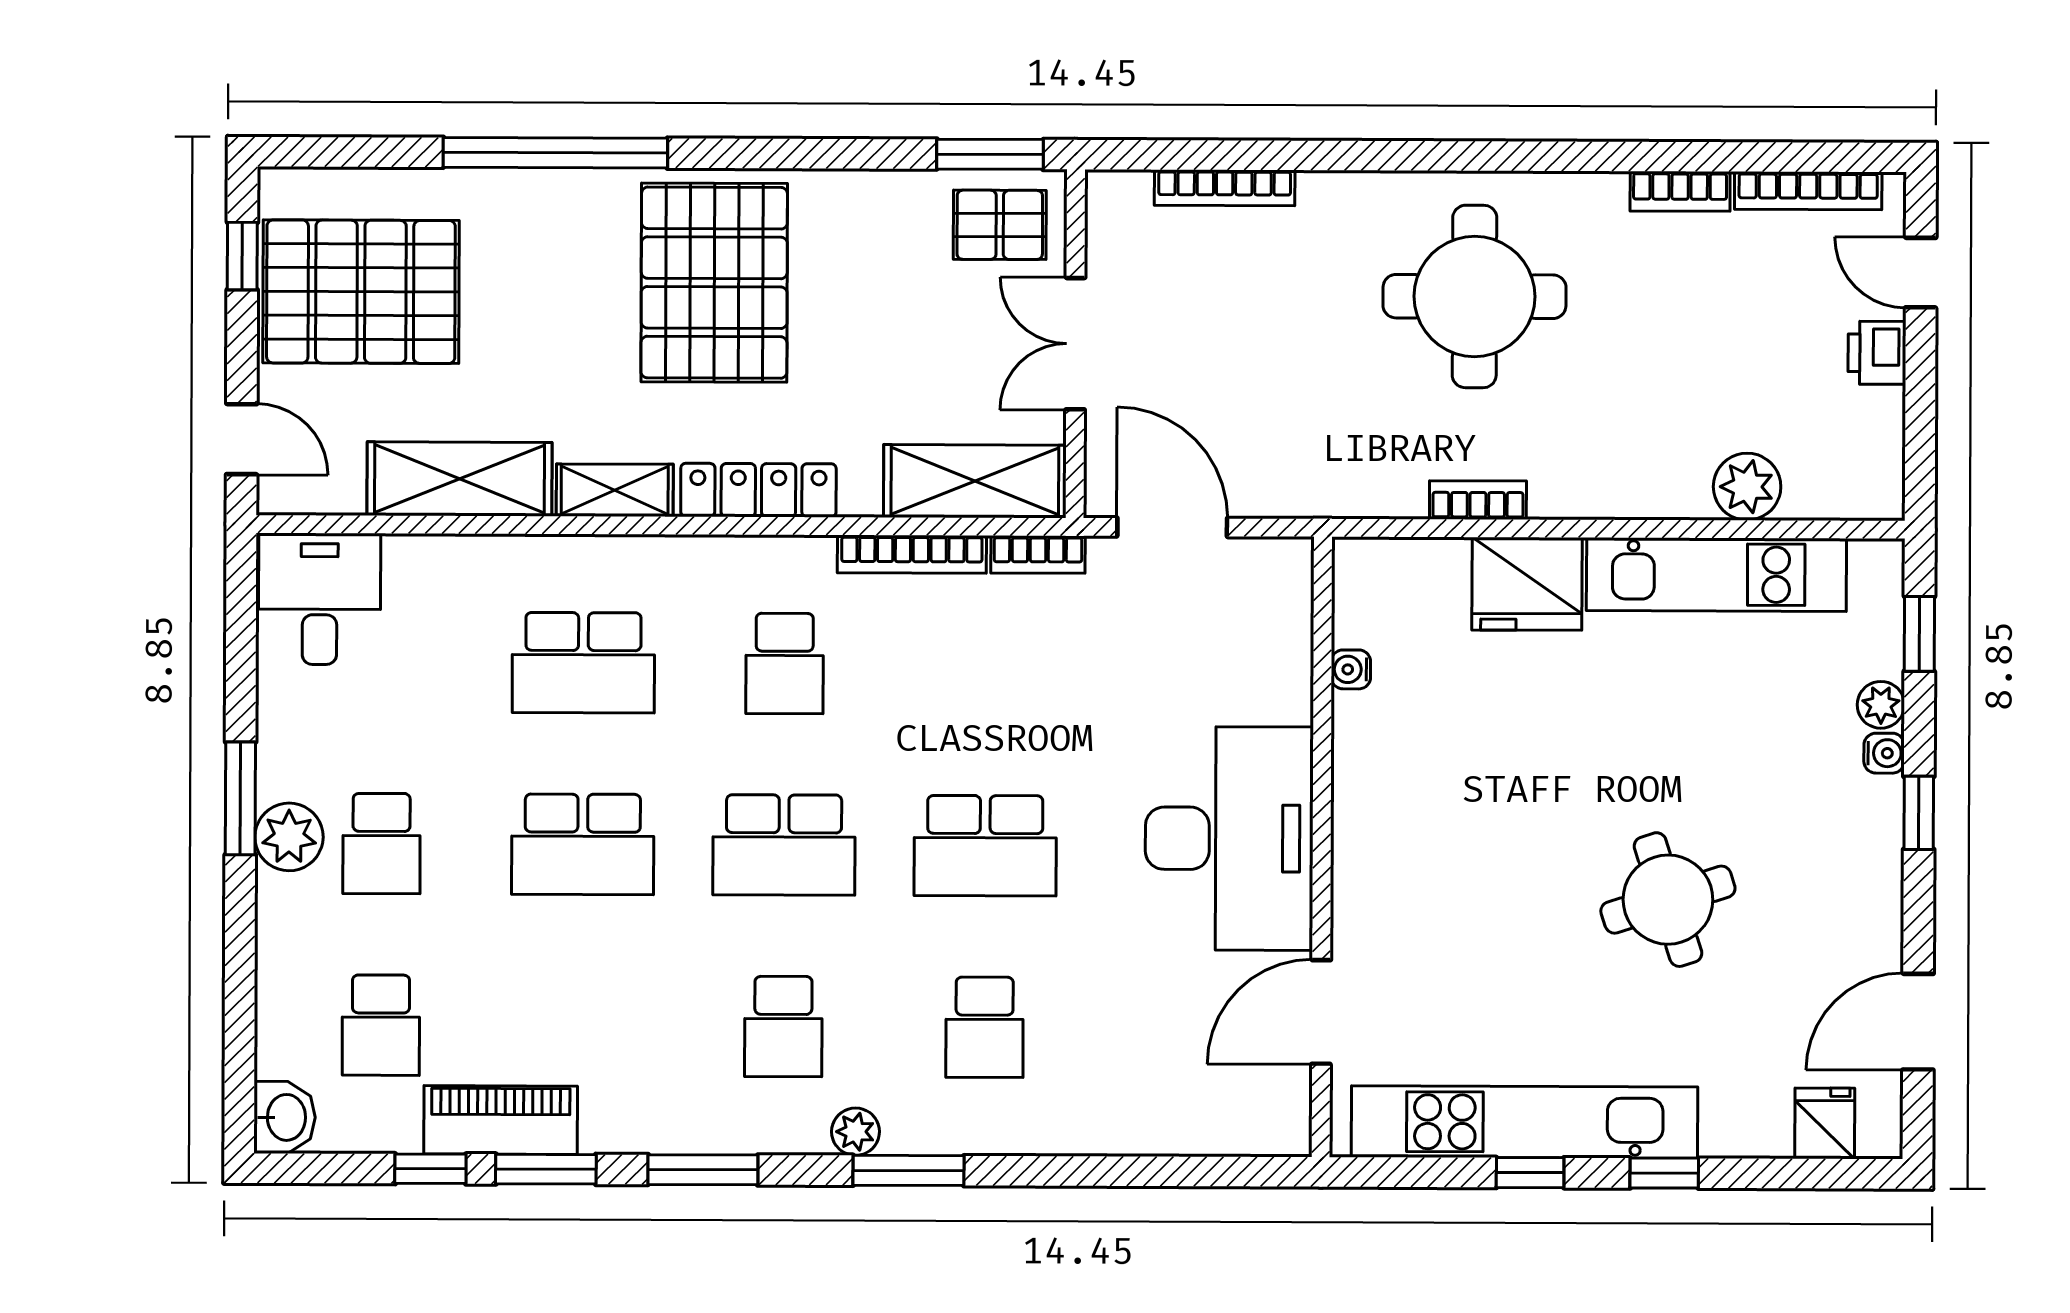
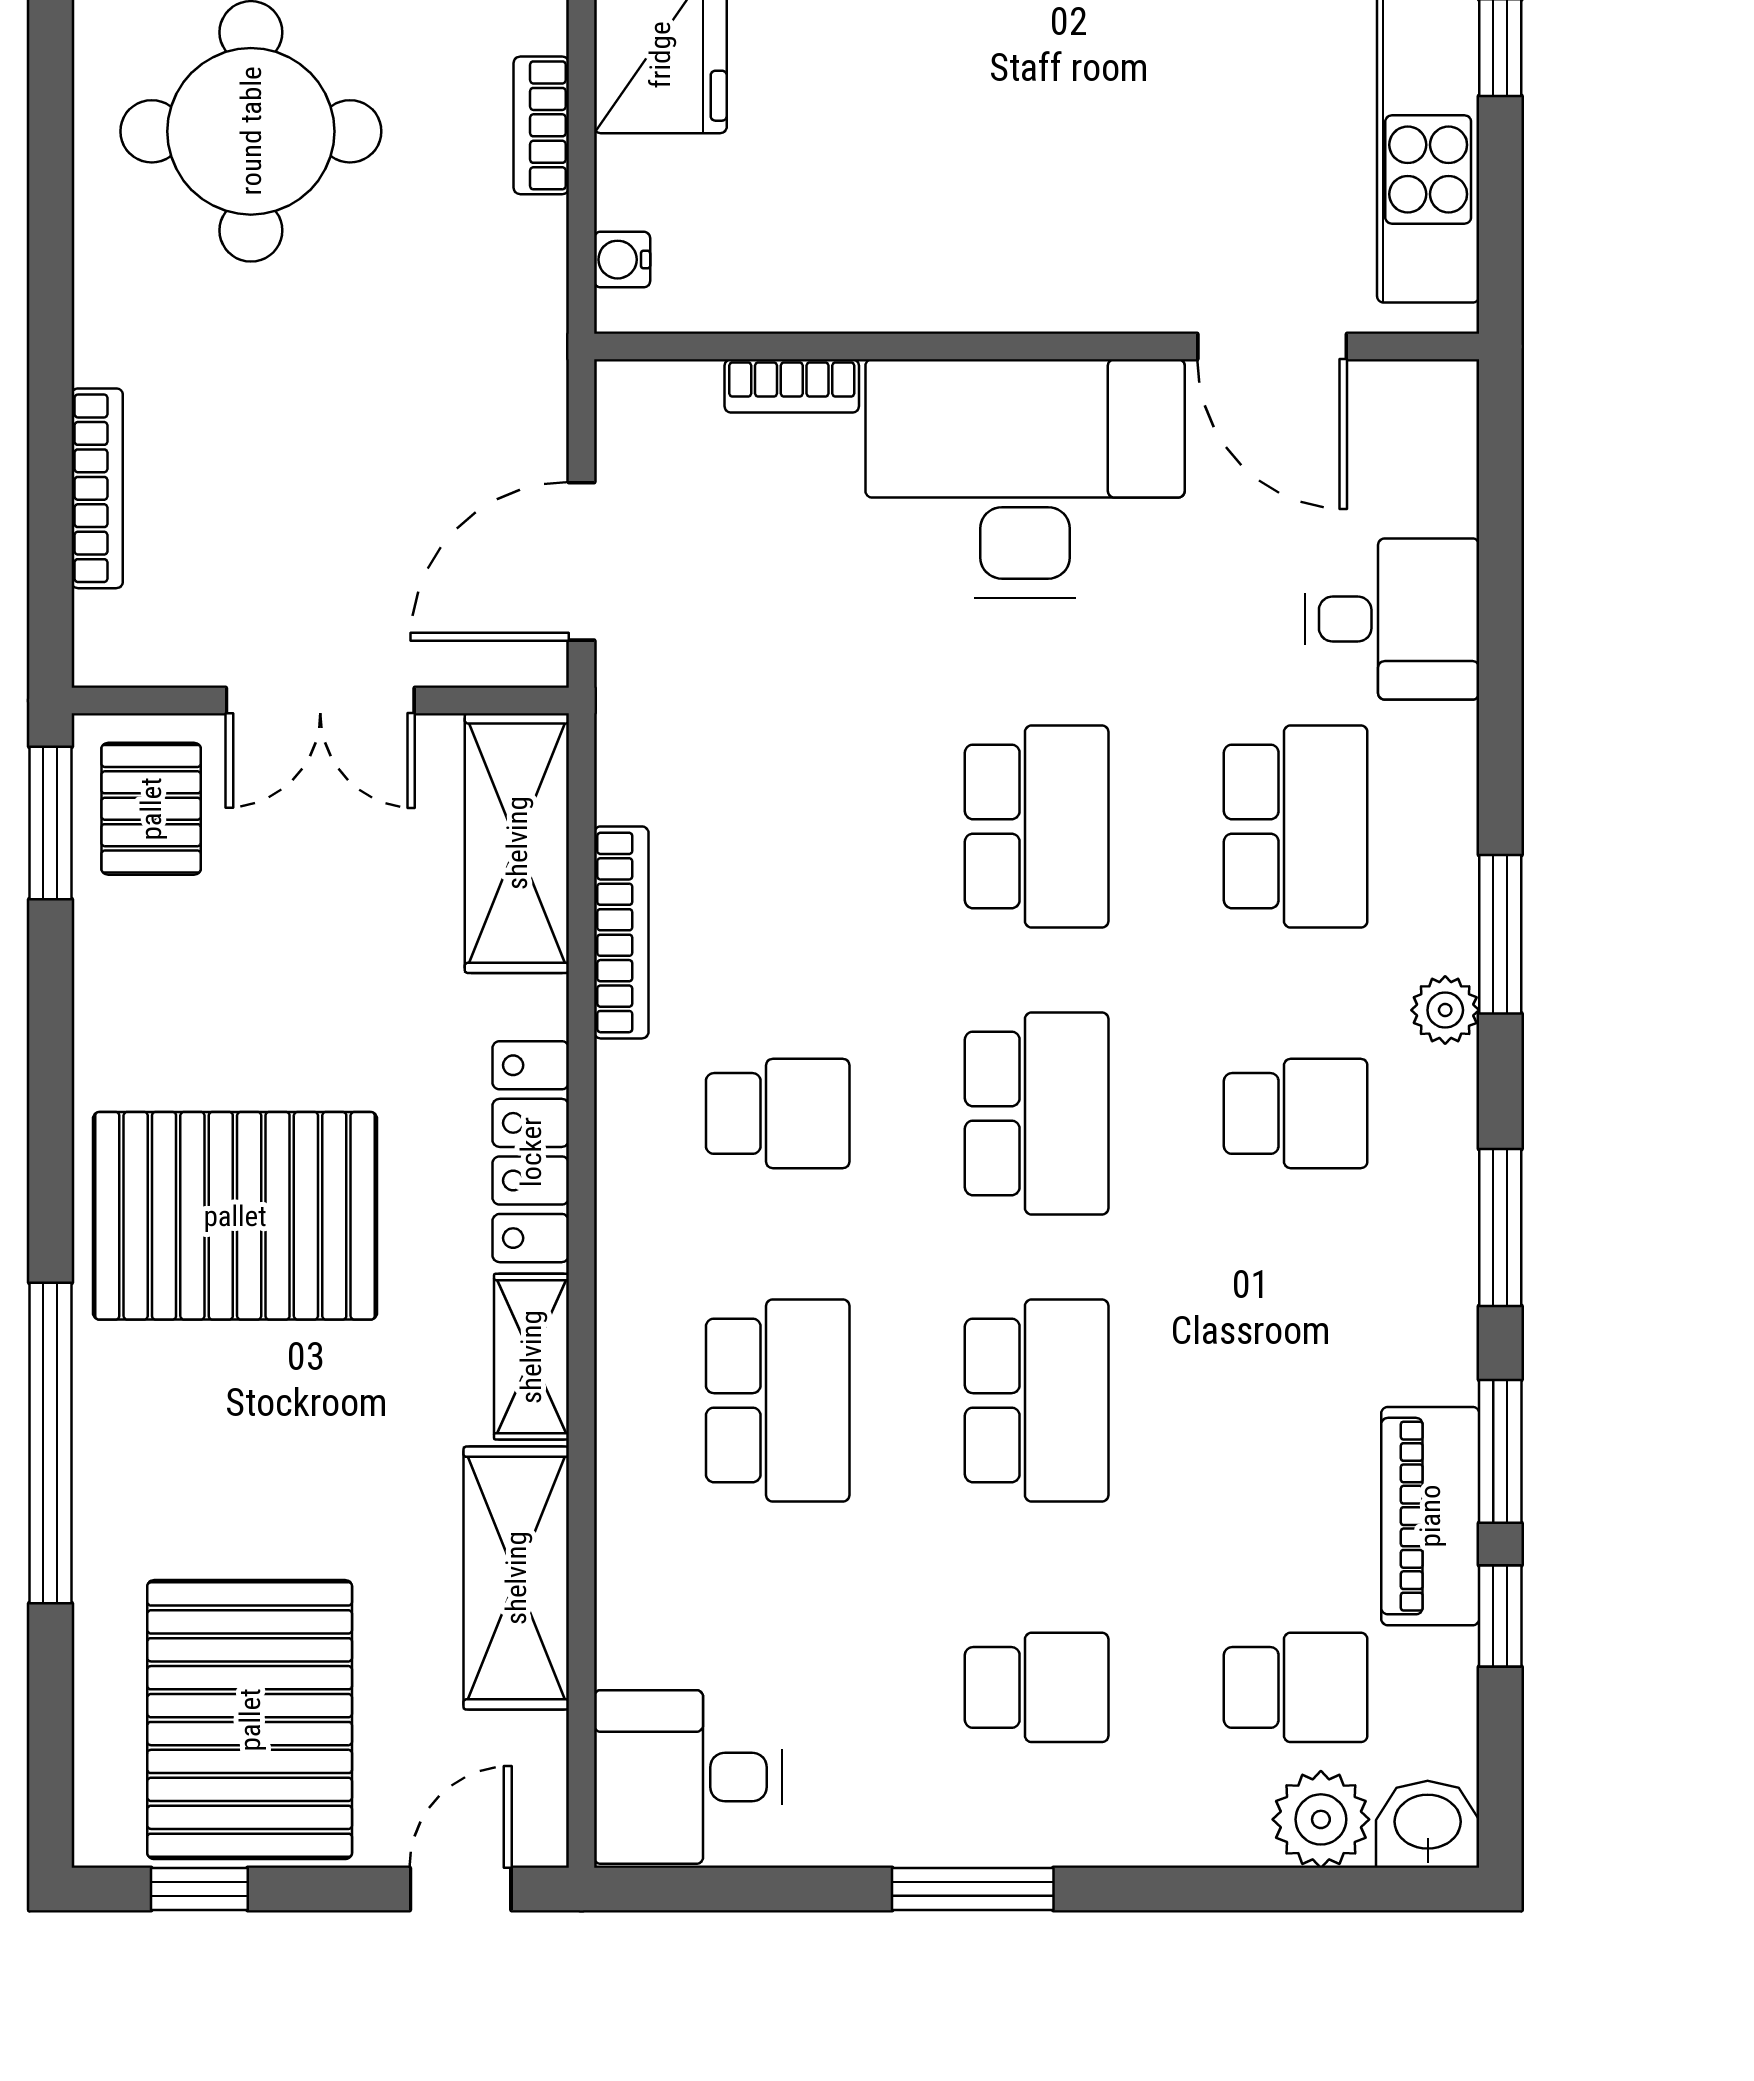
bookcase: (1038, 554) -> (792, 386), moved, turned 90
water cooler: (1351, 669) -> (622, 260), moved, turned 90
plant: (289, 837) -> (1321, 1819), moved
school desk: (985, 1027) -> (1296, 826), width x1.85
desk: (1130, 1095) -> (1392, 619), added

